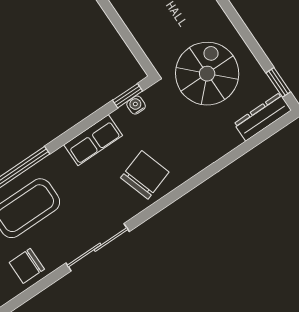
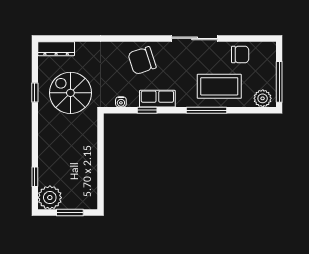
spiral stairs: (207, 74) -> (70, 93), turned 90
window: (278, 82) -> (35, 93), moved
window: (128, 96) -> (147, 110), moved

